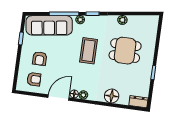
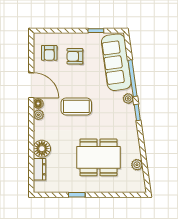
plant: (122, 20) -> (137, 165), moved
coffee table: (88, 51) -> (76, 106), moved
dining table: (125, 51) -> (98, 157), width x1.38
dresser: (138, 102) -> (39, 169), moved

